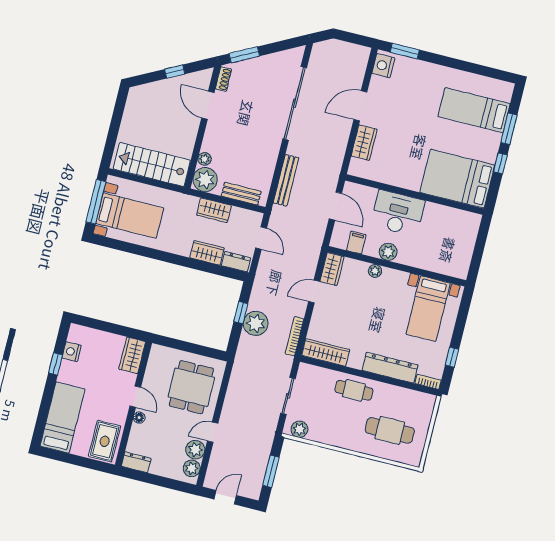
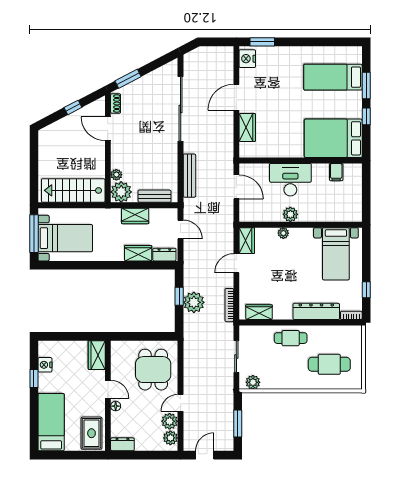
filing cabinet: (356, 242) -> (336, 172), moved, turned 180
wardrobe: (326, 352) -> (259, 312), width x0.67

